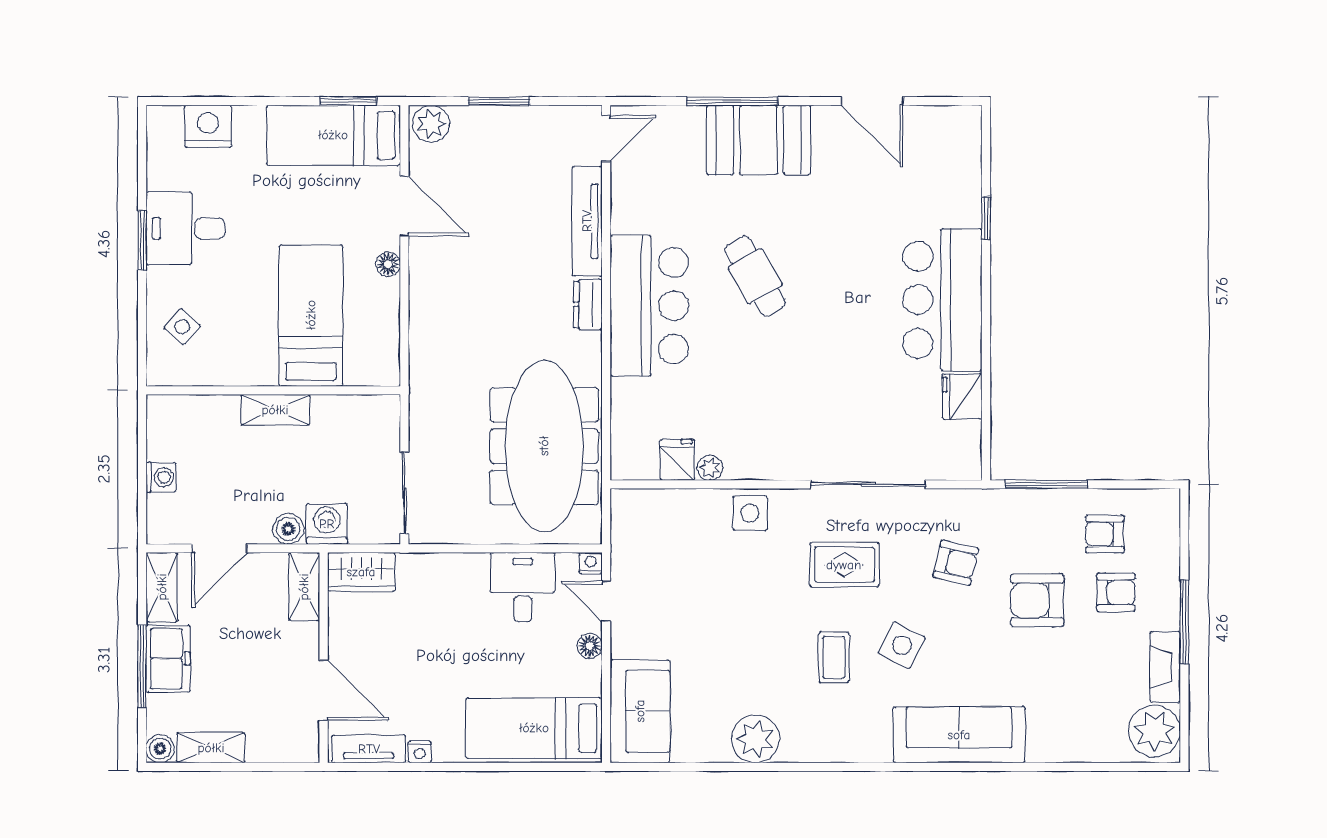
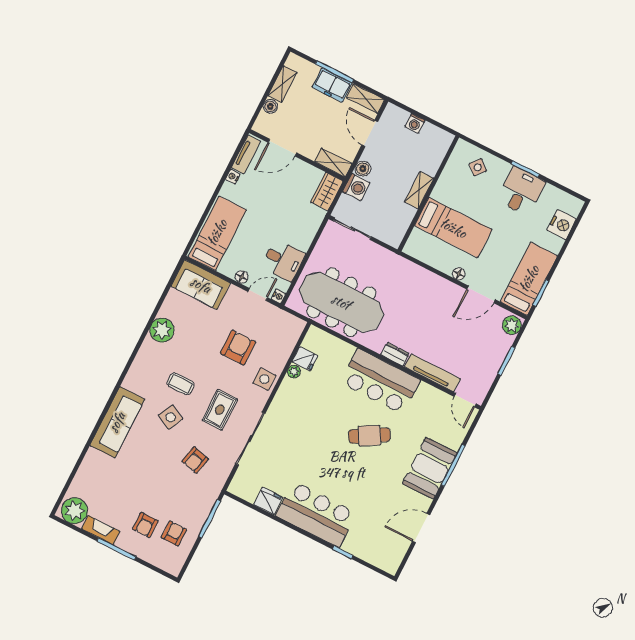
armchair: (1037, 600) -> (238, 348), moved
boiler: (160, 749) -> (270, 106), moved

